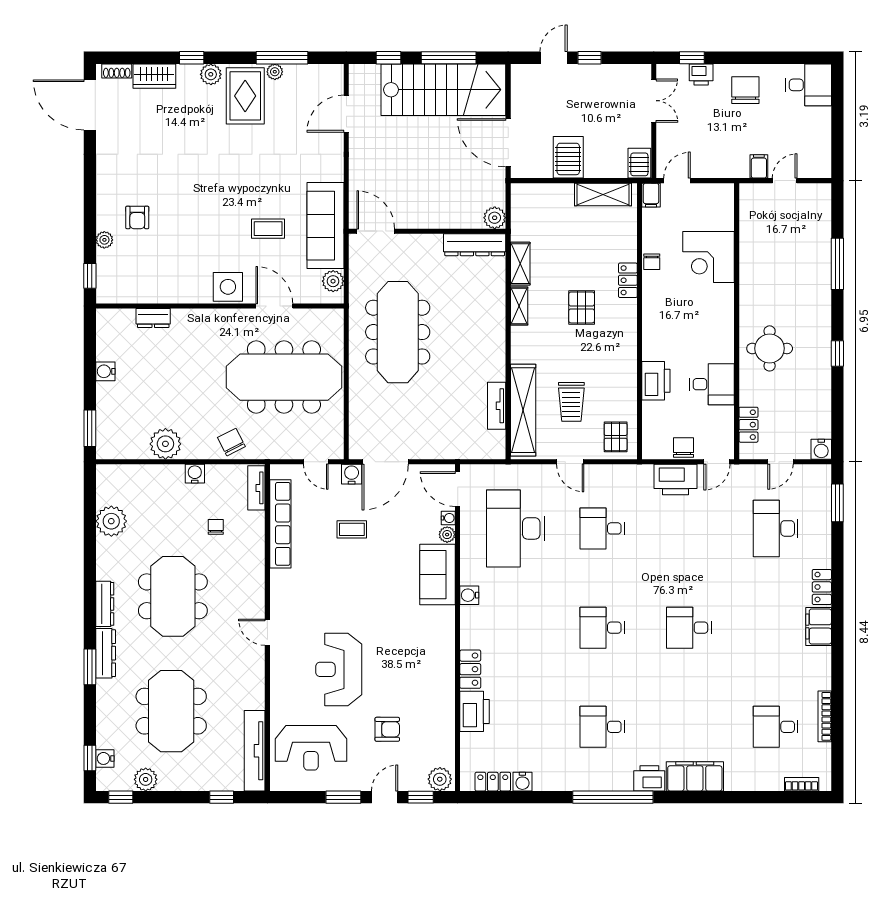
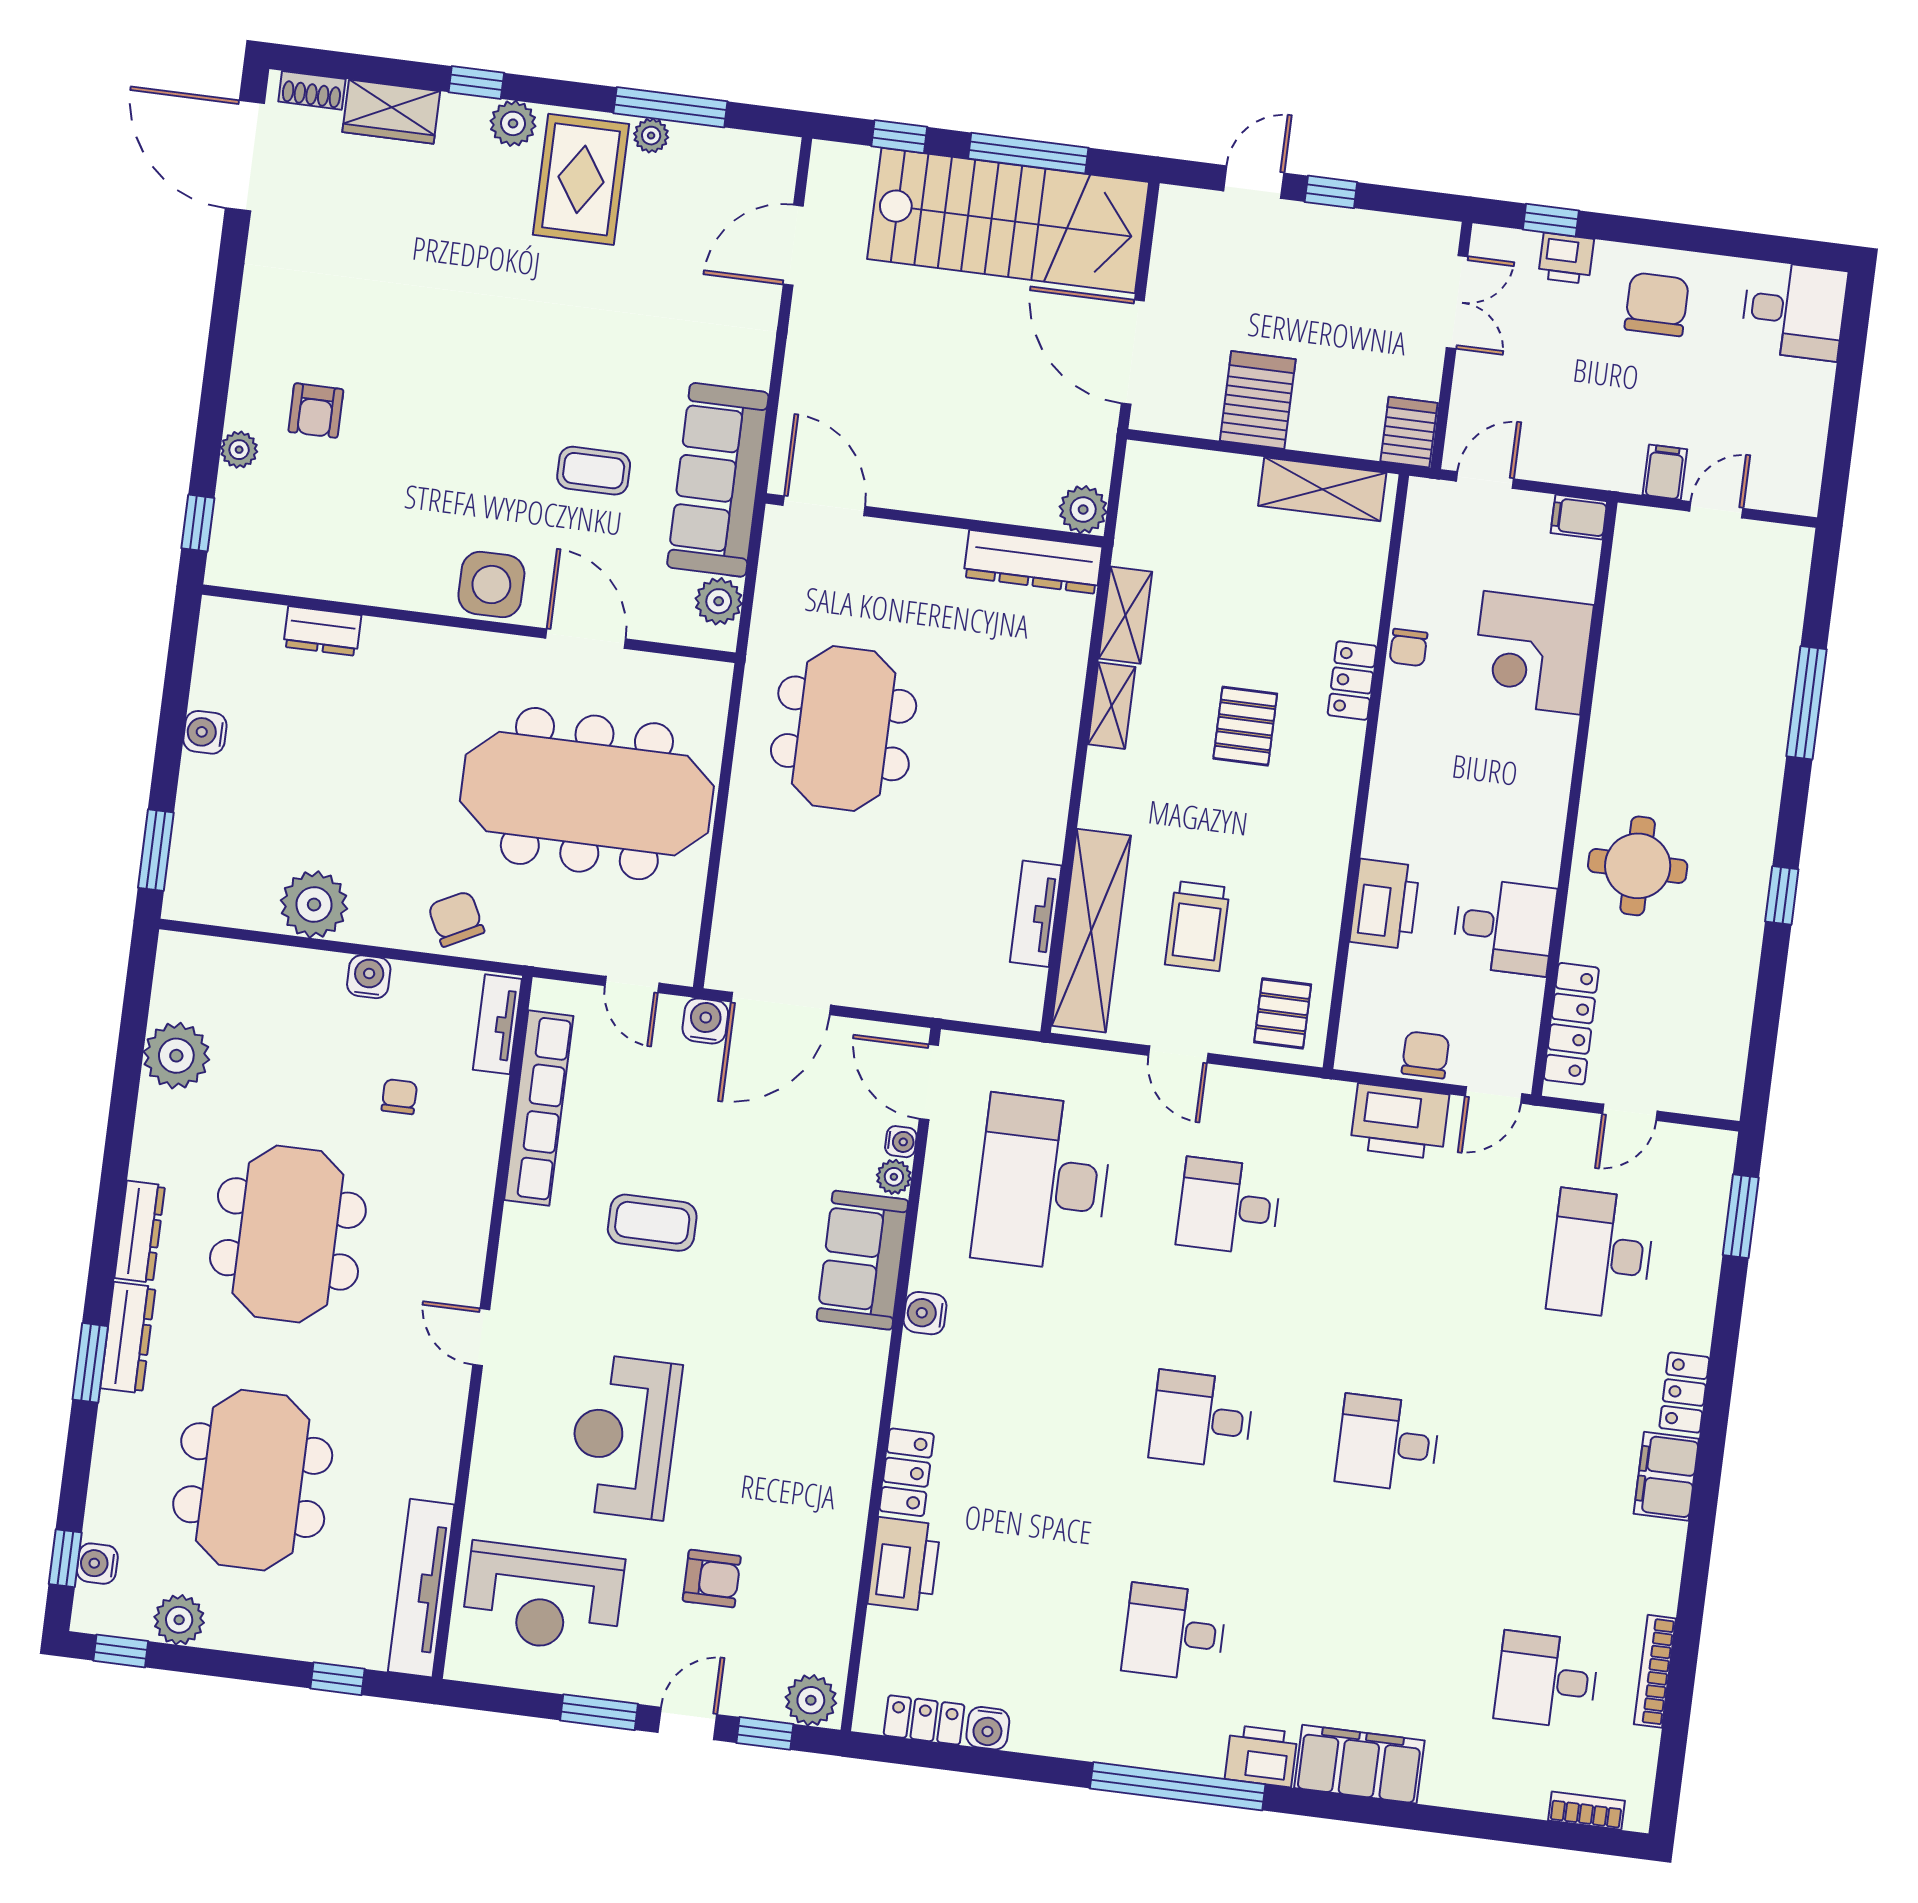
filing cabinet: (651, 195) -> (1579, 517), moved, turned 90
meeting table: (398, 332) -> (844, 728), width x0.73
locker: (748, 425) -> (1571, 1024), width x1.53
water cooler: (821, 449) -> (1721, 1097), removed
coffee table: (352, 529) -> (652, 1223), moved, width x1.36, depth x1.30

